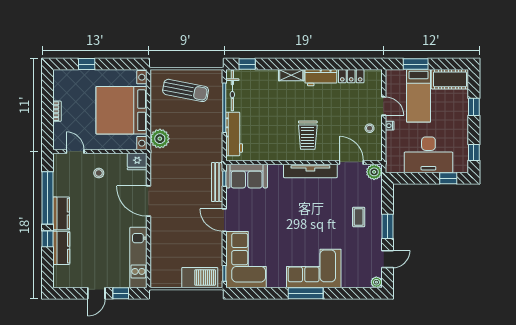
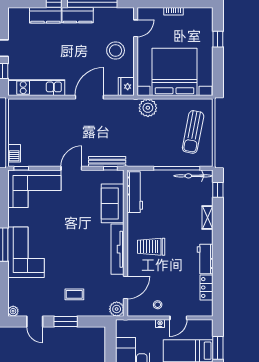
shelving: (291, 75) -> (207, 217), moved
workbench: (234, 134) -> (135, 192), moved, turned -90
stool: (99, 173) -> (116, 50), width x1.89, depth x1.89
sofa: (247, 176) -> (113, 203), moved
barbecue: (200, 278) -> (14, 153), width x0.53, depth x0.65

